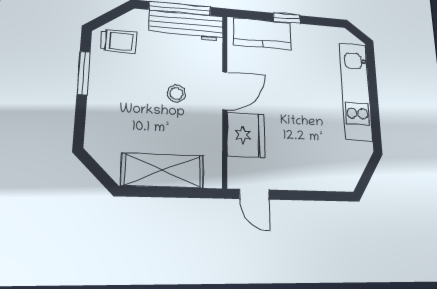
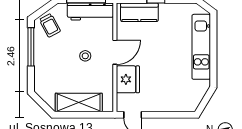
trolley: (119, 41) -> (50, 25), turned 61
window: (84, 73) -> (31, 47), width x1.44

